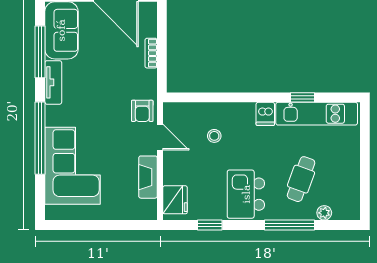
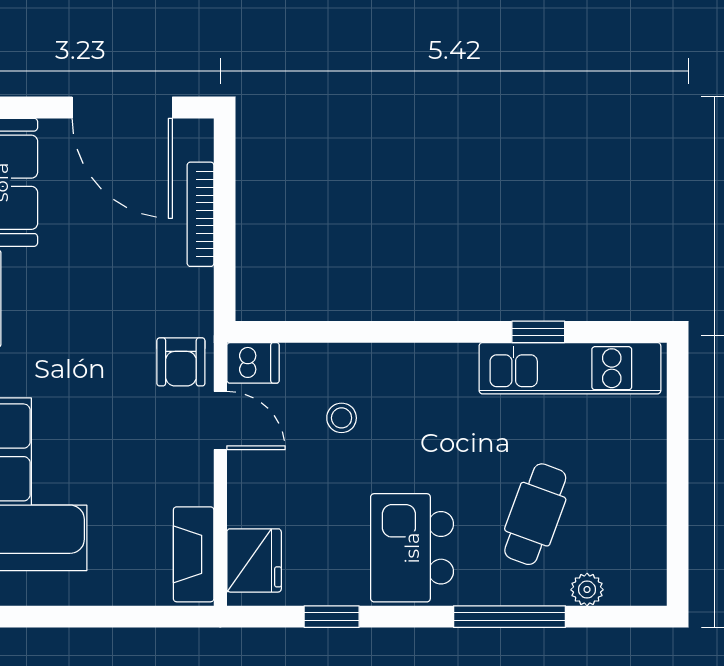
bookcase: (151, 53) -> (201, 214), width x1.56
dishwasher: (265, 114) -> (253, 363), moved, turned -90
fireplace: (148, 177) -> (194, 554), moved

